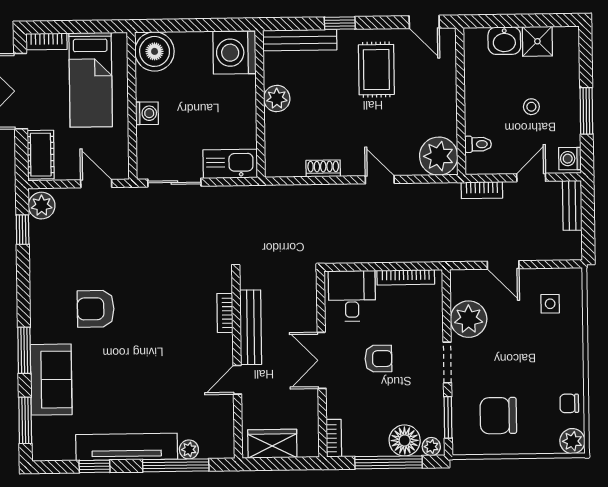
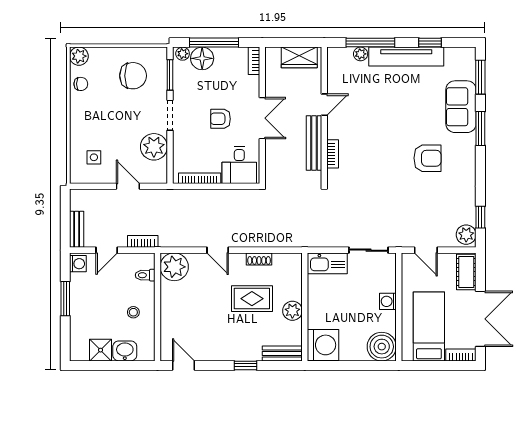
bench: (300, 40) -> (282, 353), width x0.73
rug: (376, 70) -> (252, 299), moved, turned 90
stool: (531, 107) -> (133, 312), moved

